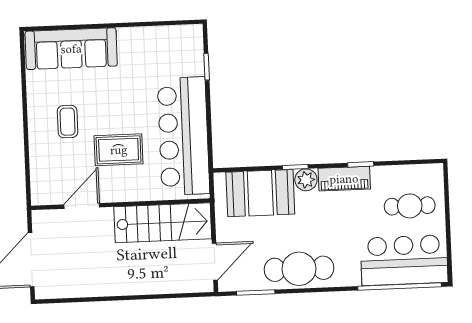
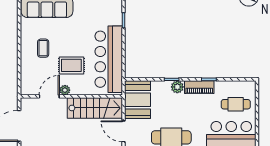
booth: (260, 193) -> (137, 100), moved, turned 90
plant: (109, 194) -> (65, 90), added
door: (215, 262) -> (124, 131), swing flipped

